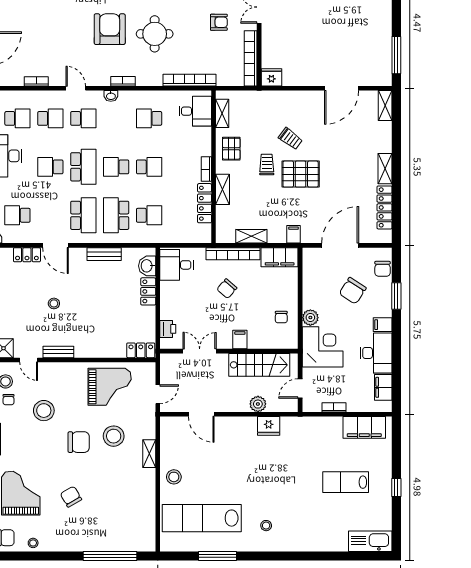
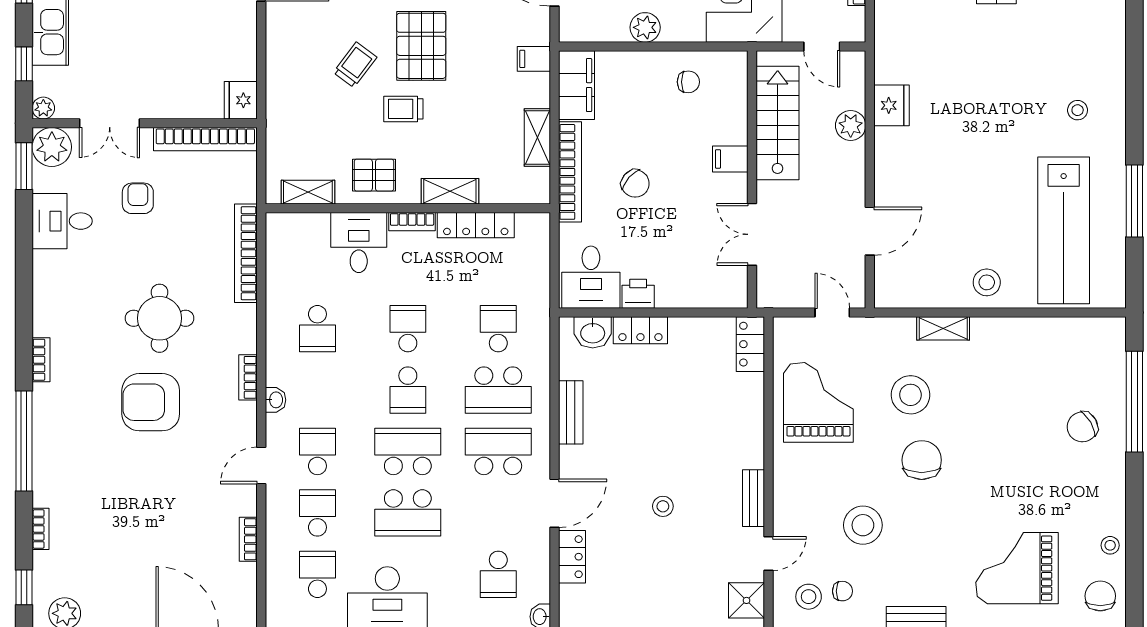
desk: (195, 111) -> (359, 243), moved
school desk: (50, 167) -> (408, 513), width x1.85
plant: (310, 318) -> (645, 27), moved
printer: (168, 329) -> (638, 294), moved
chair: (71, 497) -> (1082, 427), moved

